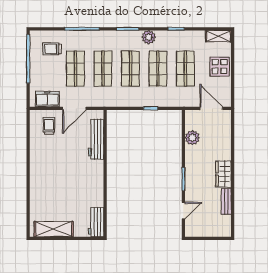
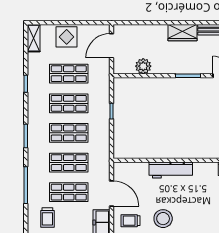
plant: (149, 37) -> (35, 113), removed
workbench: (96, 139) -> (171, 170), moved
stool: (51, 156) -> (163, 219), added

